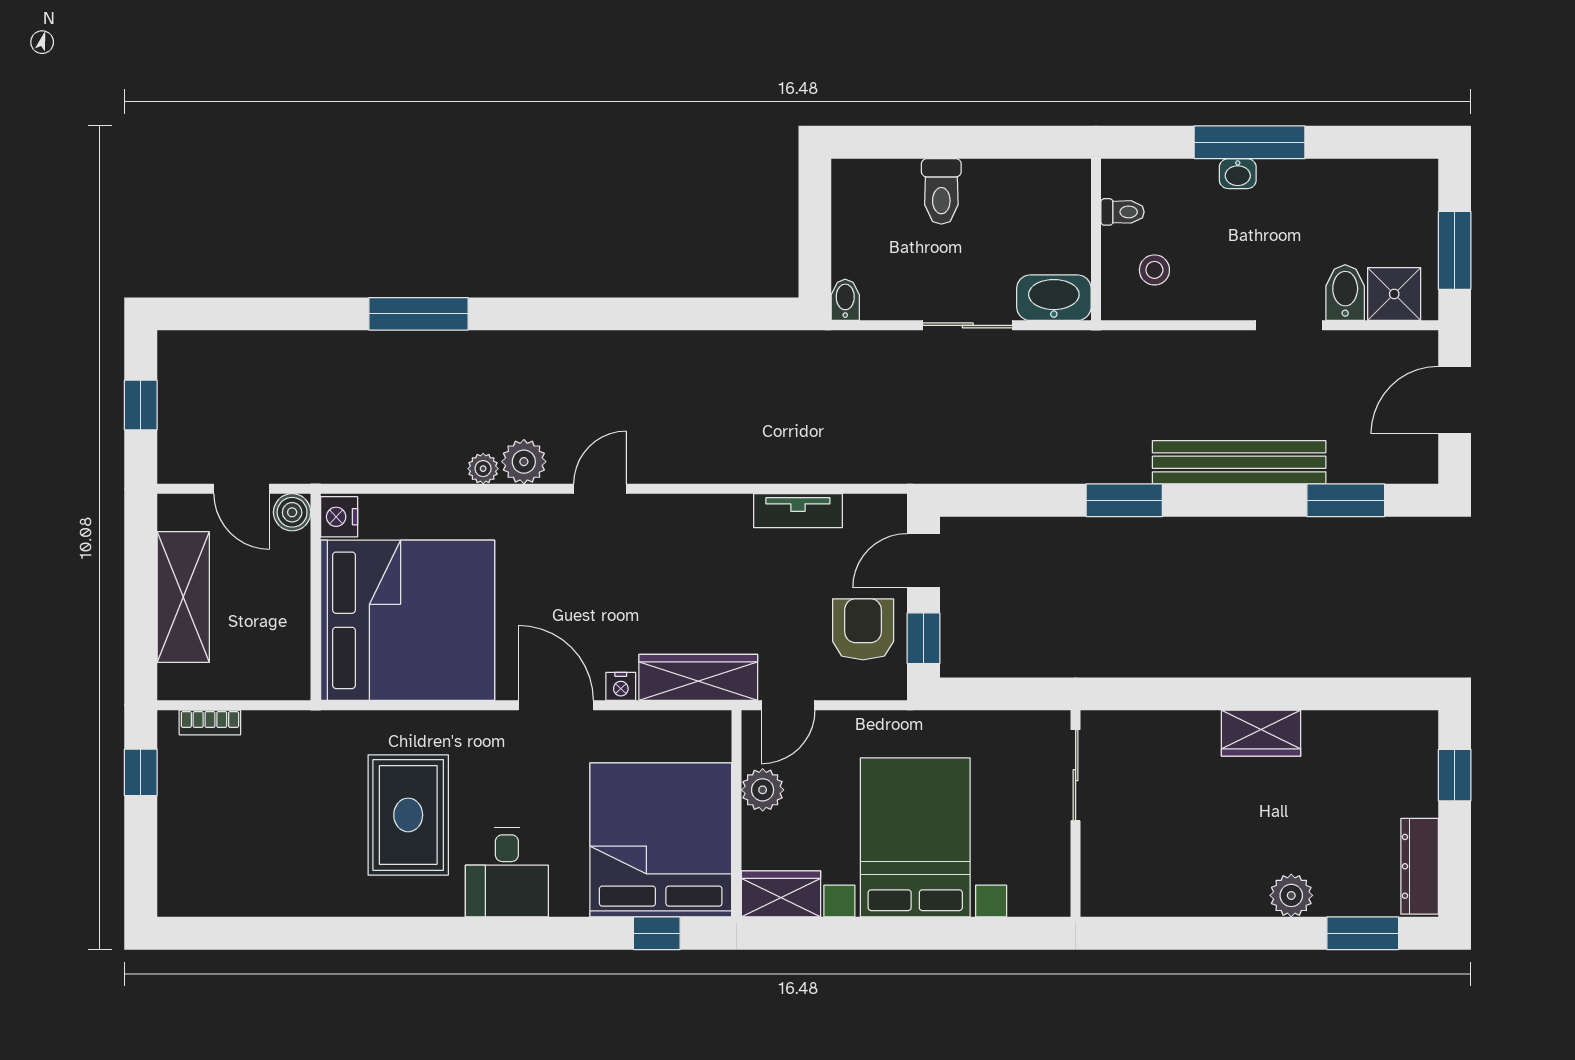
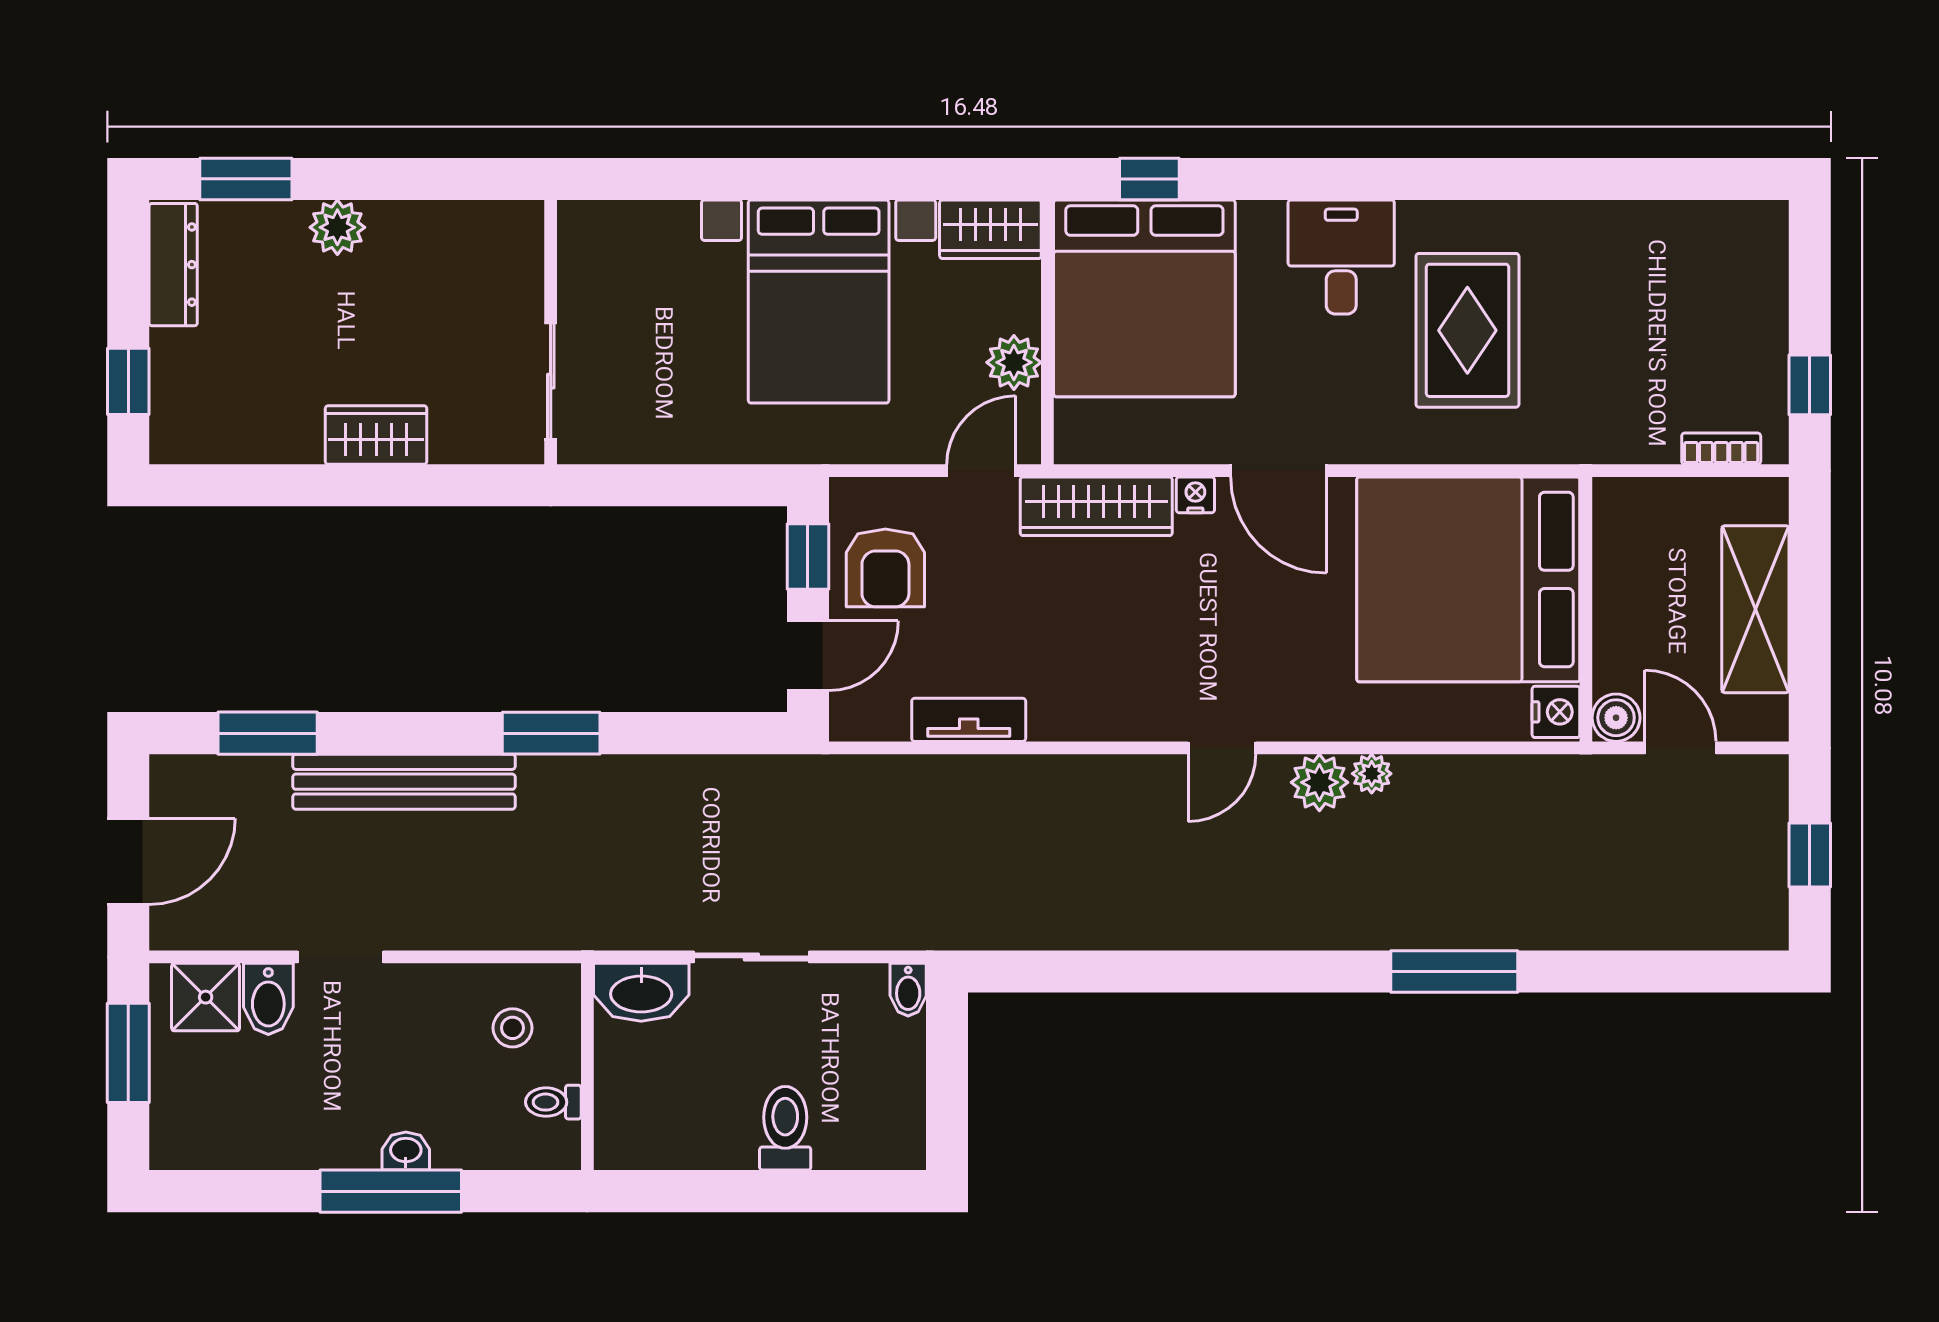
sliding door: (1076, 775) -> (551, 381), moved
wall: (1076, 814) -> (551, 332), moved

